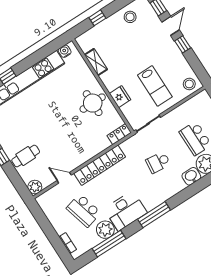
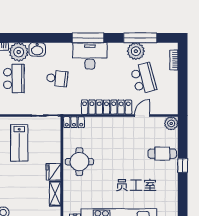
lab bench: (155, 86) -> (19, 143), turned 180
fridge: (120, 97) -> (54, 172), moved
door: (64, 178) -> (142, 116), swing flipped
desk: (126, 211) -> (90, 56), moved

